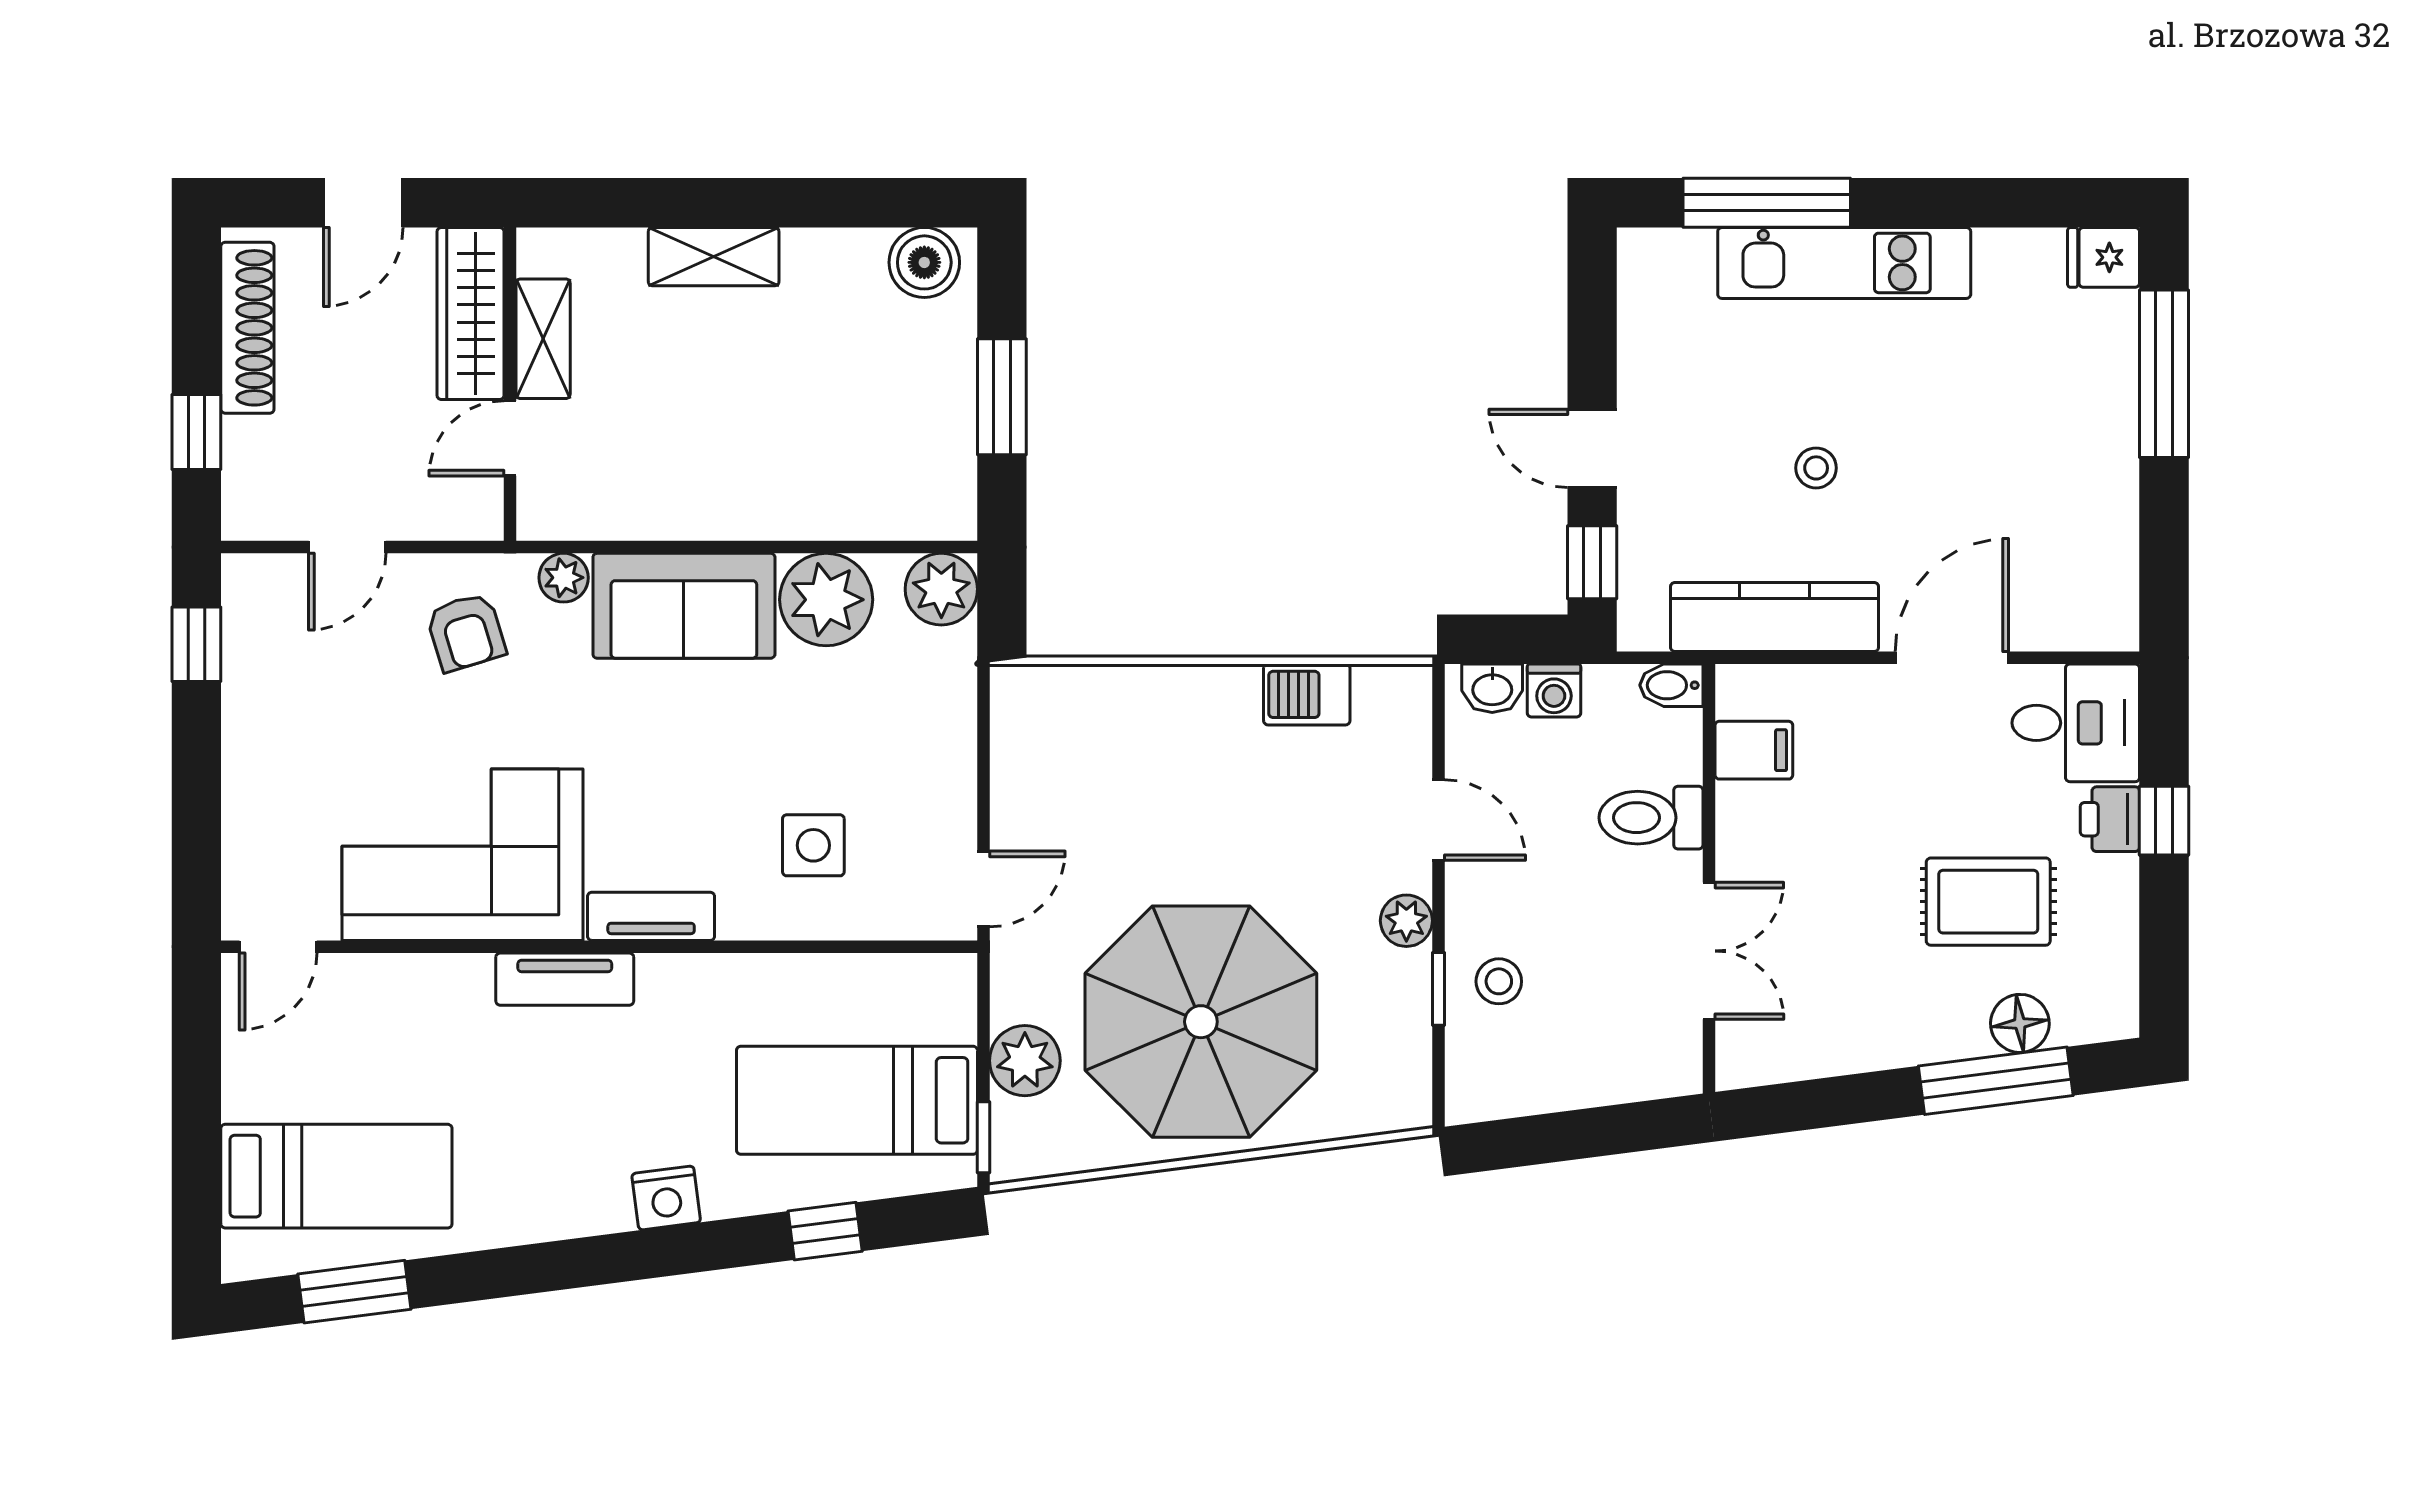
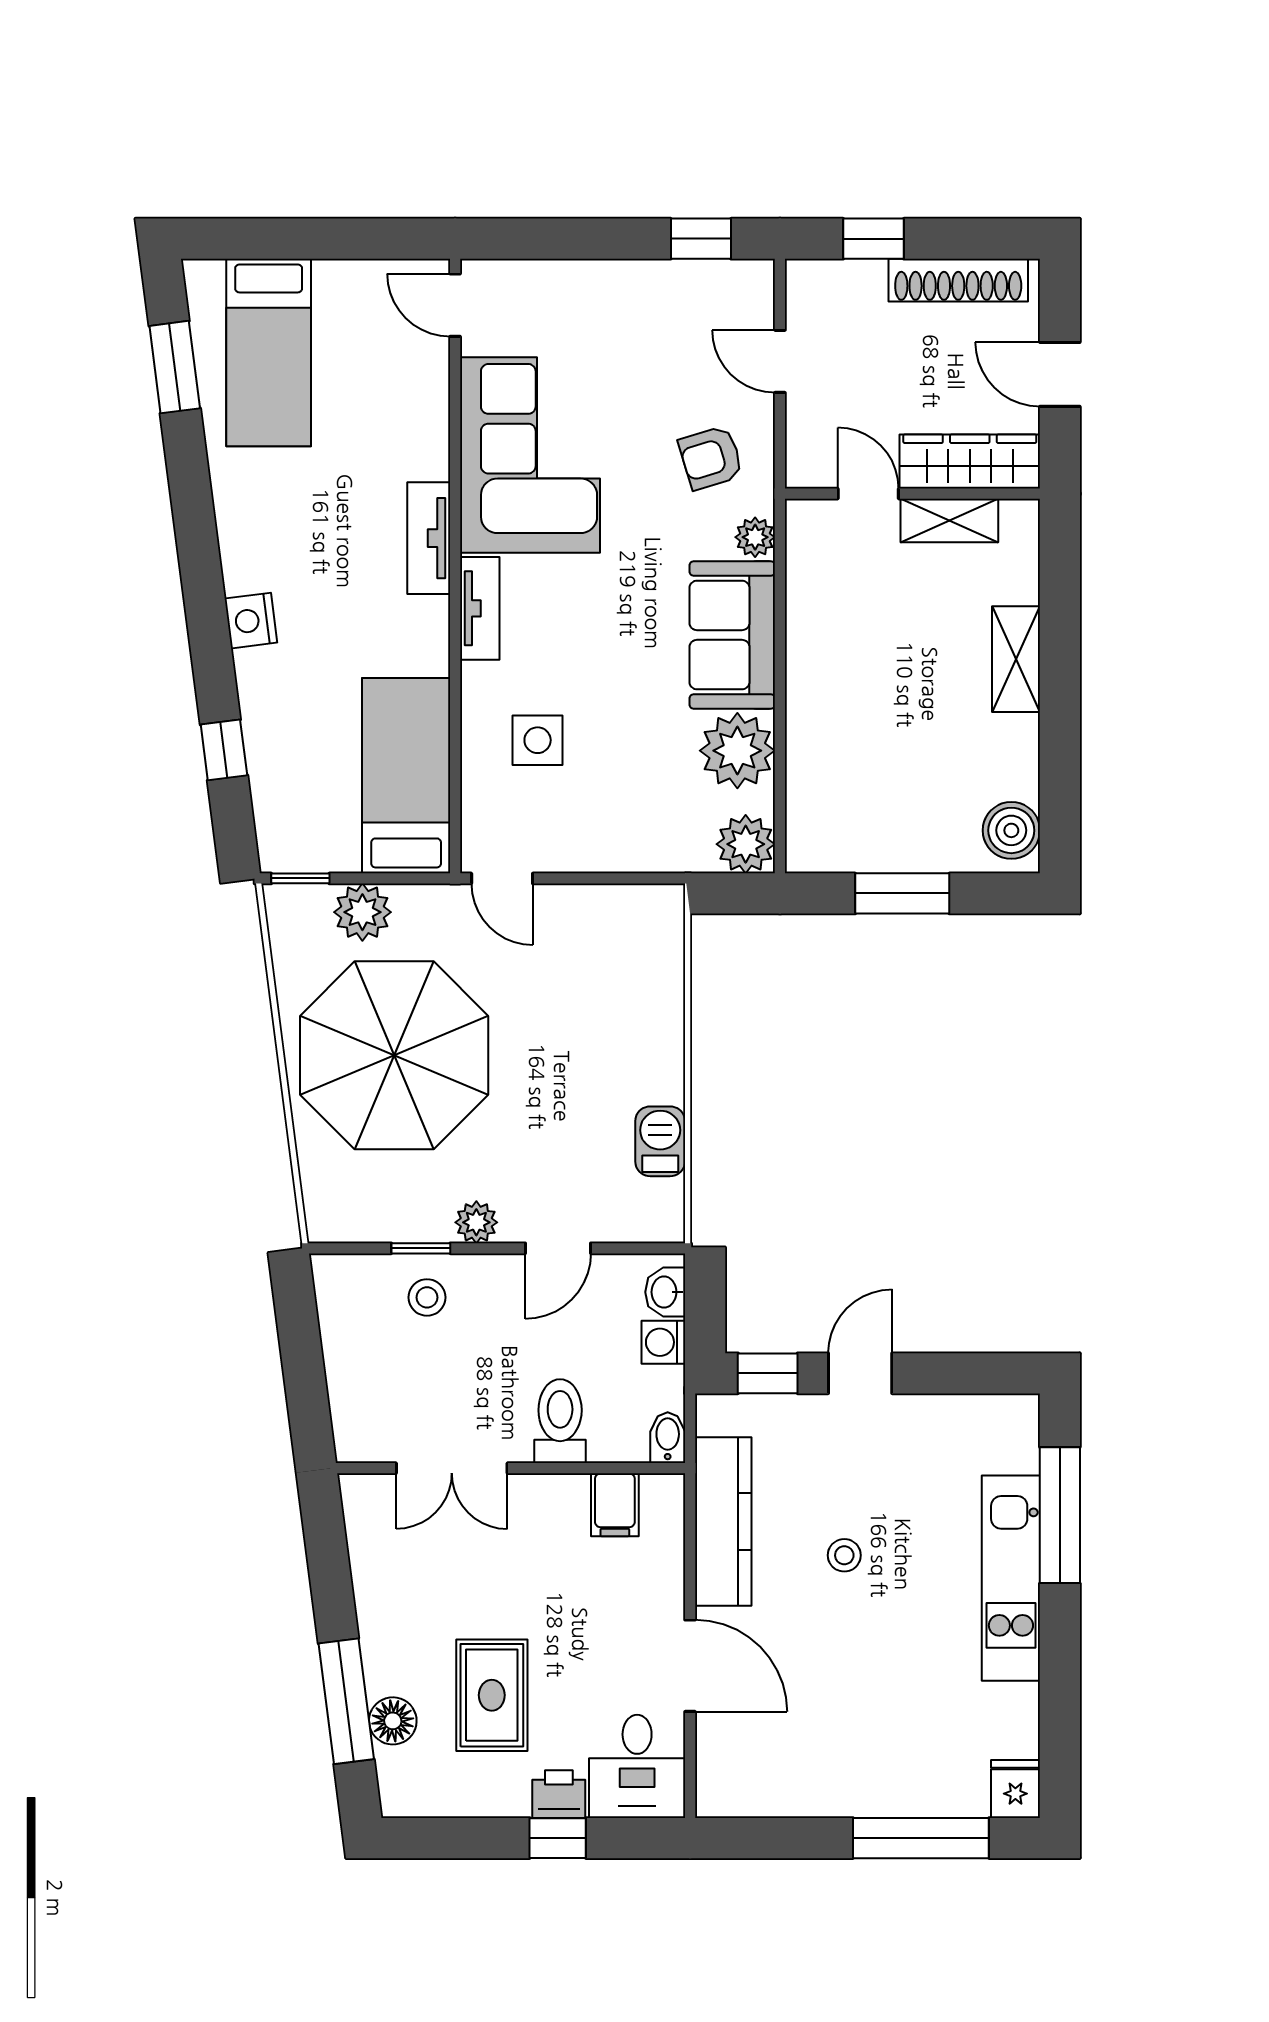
bed: (857, 1100) -> (406, 776), moved

